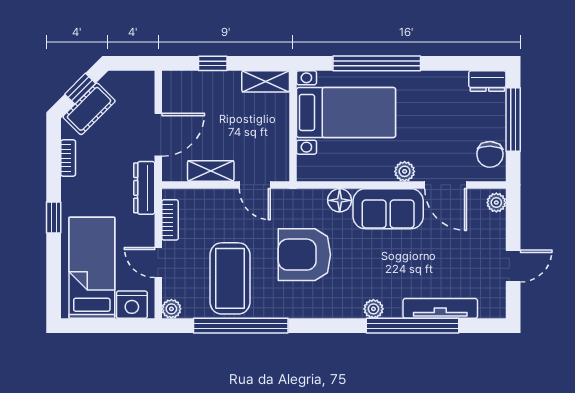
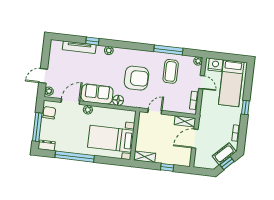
window: (377, 63) -> (75, 157), moved
shelving: (211, 171) -> (185, 121), moved
door: (255, 185) -> (155, 111), hinge flipped
door: (446, 185) -> (70, 102), hinge flipped
dresser: (144, 188) -> (204, 116), removed
door: (513, 266) -> (43, 76), moved
coffee table: (230, 278) -> (171, 71), width x0.73, depth x0.76
window: (241, 326) -> (168, 50), width x0.68
window: (412, 326) -> (92, 41), width x0.32

